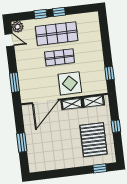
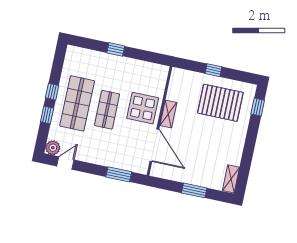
window: (109, 73) -> (116, 49), moved
shelving: (93, 101) -> (231, 179), moved

